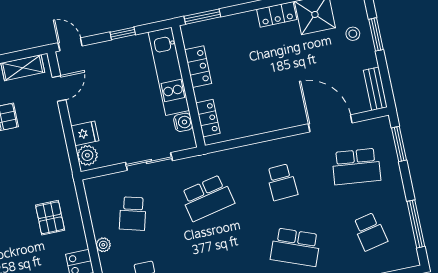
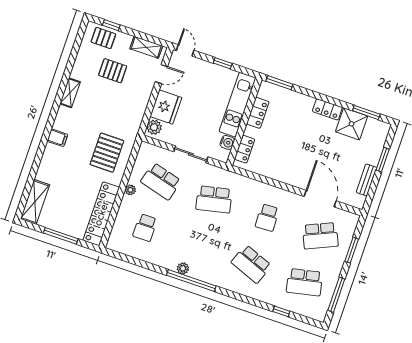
stool: (353, 34) -> (368, 150), removed
bench: (375, 89) -> (366, 180), moved
fridge: (85, 133) -> (166, 107), width x1.88, depth x1.34
window: (399, 144) -> (352, 250), moved
school desk: (356, 166) -> (320, 236), turned -30
school desk: (133, 214) -> (161, 181), width x1.85
pallet: (50, 218) -> (107, 153), width x1.50, depth x1.42
school desk: (370, 231) -> (304, 282), width x1.85

